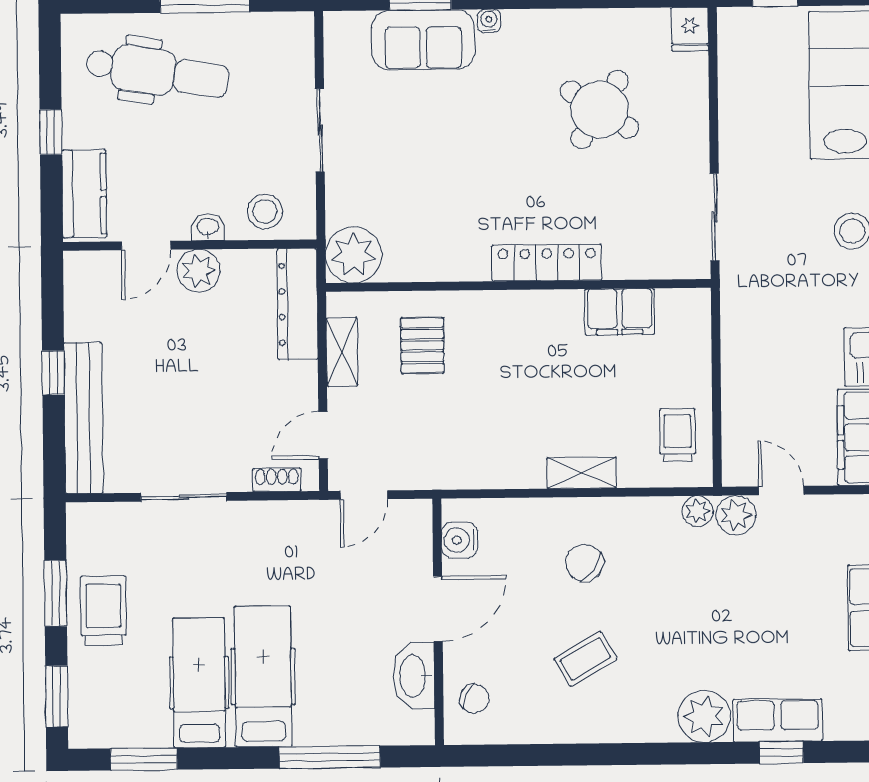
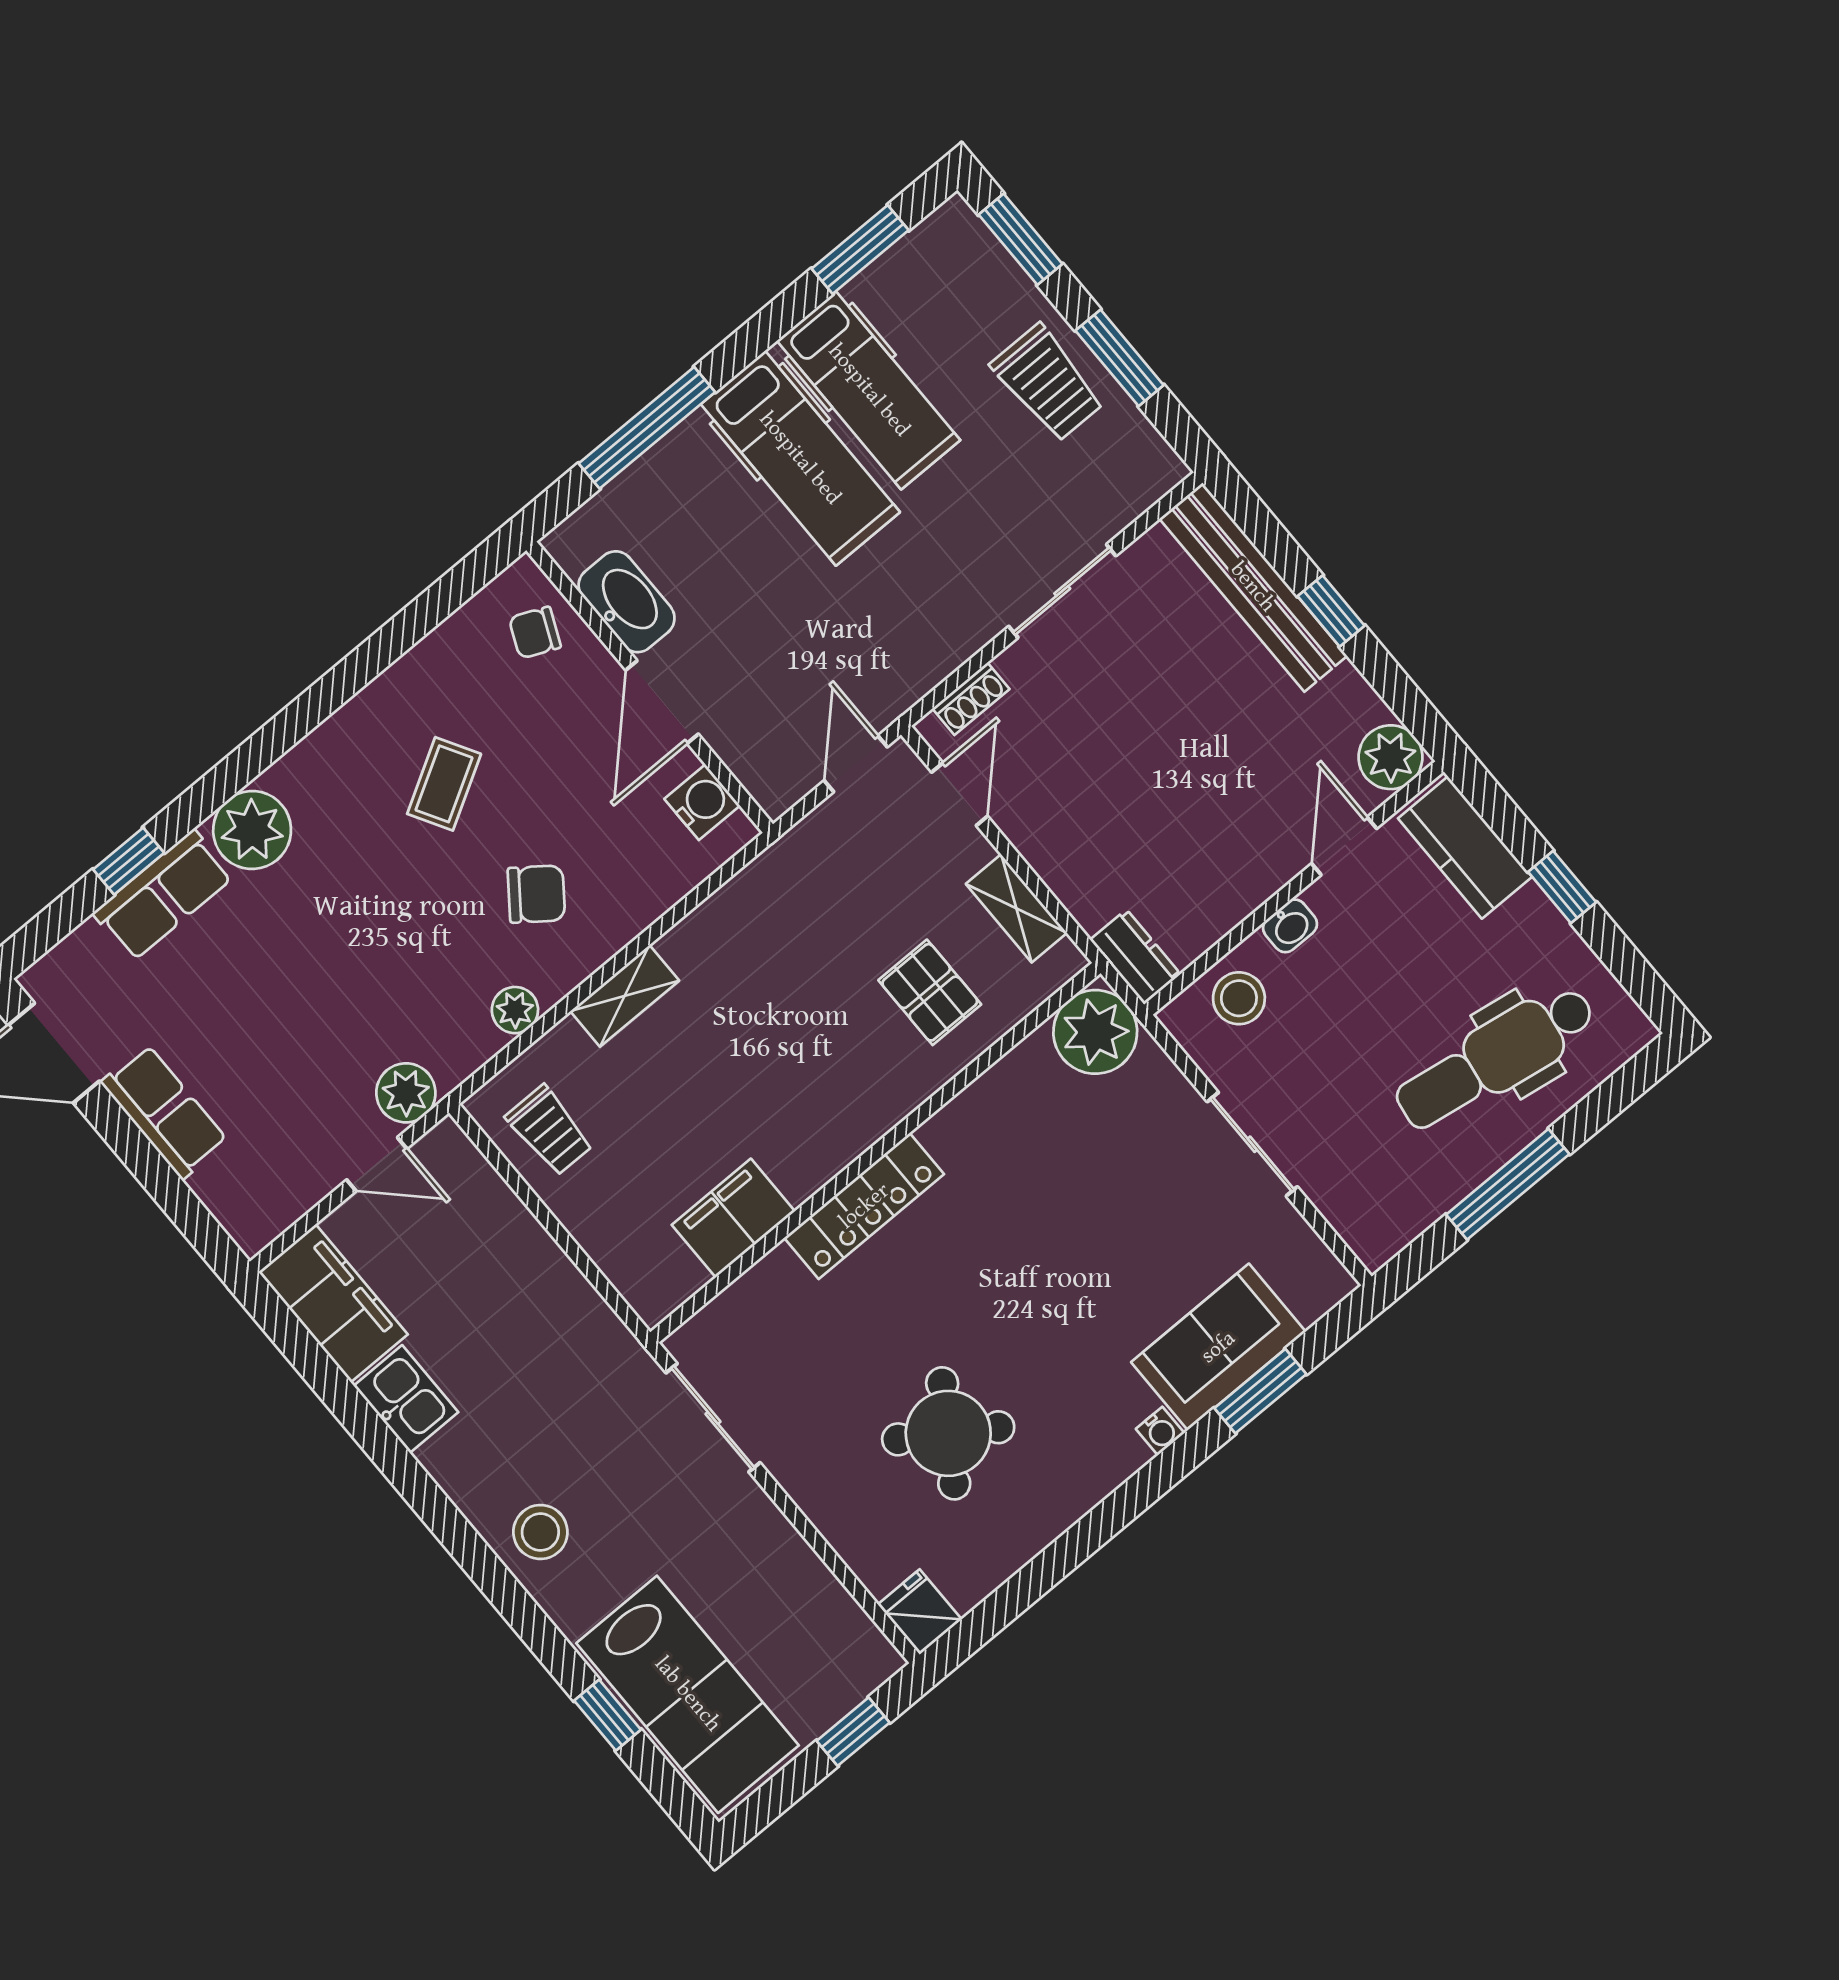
plant: (198, 271) -> (1390, 757), moved
dresser: (297, 304) -> (1135, 957), width x0.51, depth x0.80
plant: (698, 511) -> (515, 1010), moved

